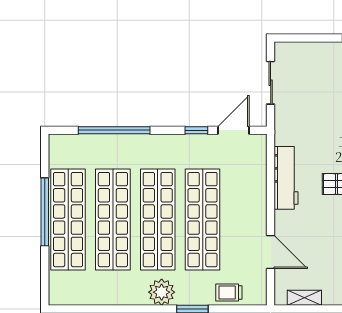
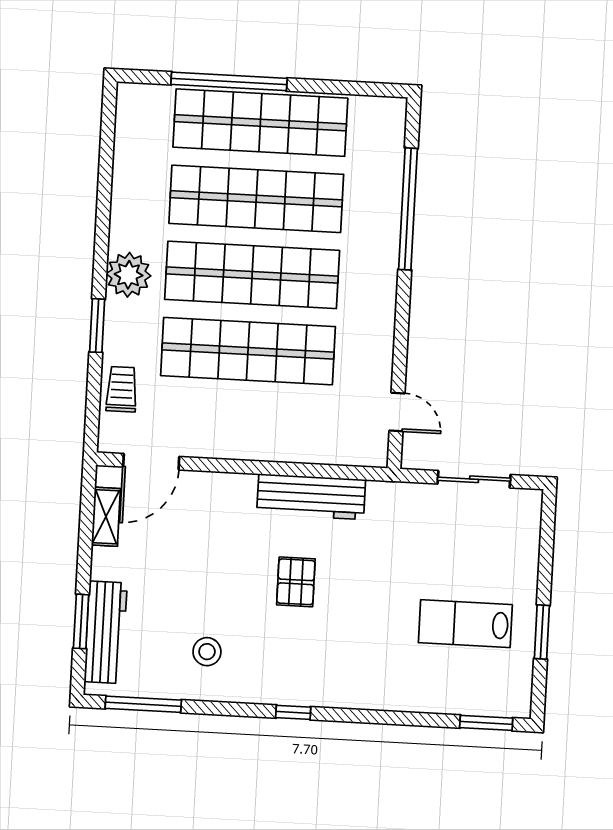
window: (196, 130) -> (400, 349), removed
door: (234, 130) -> (397, 412), width x0.73
window: (45, 212) -> (229, 81), moved
door: (271, 252) -> (151, 462), moved

